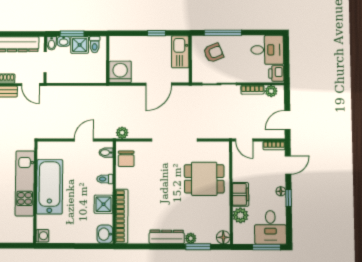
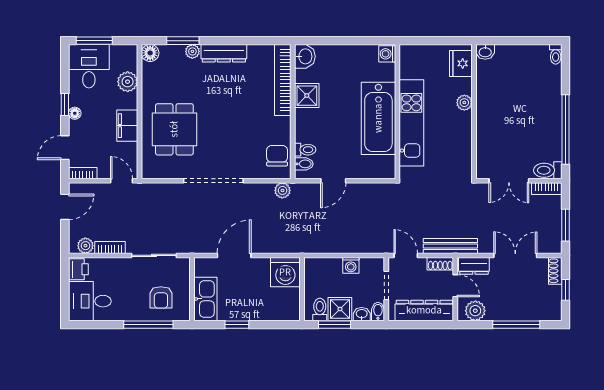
window: (72, 34) -> (334, 325), moved
armchair: (213, 53) -> (161, 297), turned -68
washing machine: (71, 77) -> (351, 265), added
toilet: (105, 179) -> (305, 150), moved
dining table: (204, 179) -> (174, 129), turned 90
filing cabinet: (240, 194) -> (127, 126), moved

